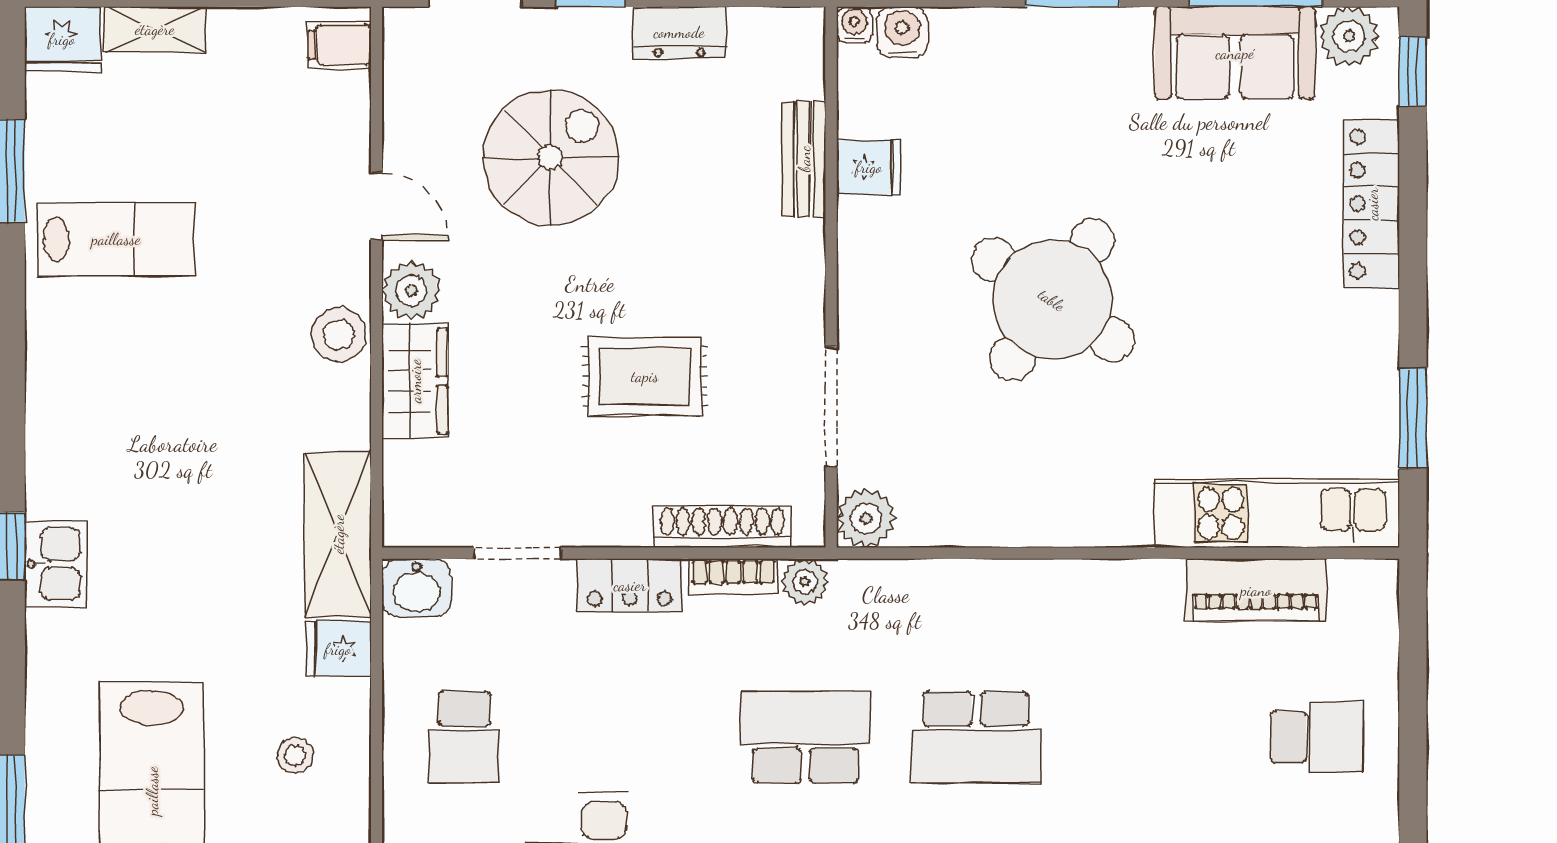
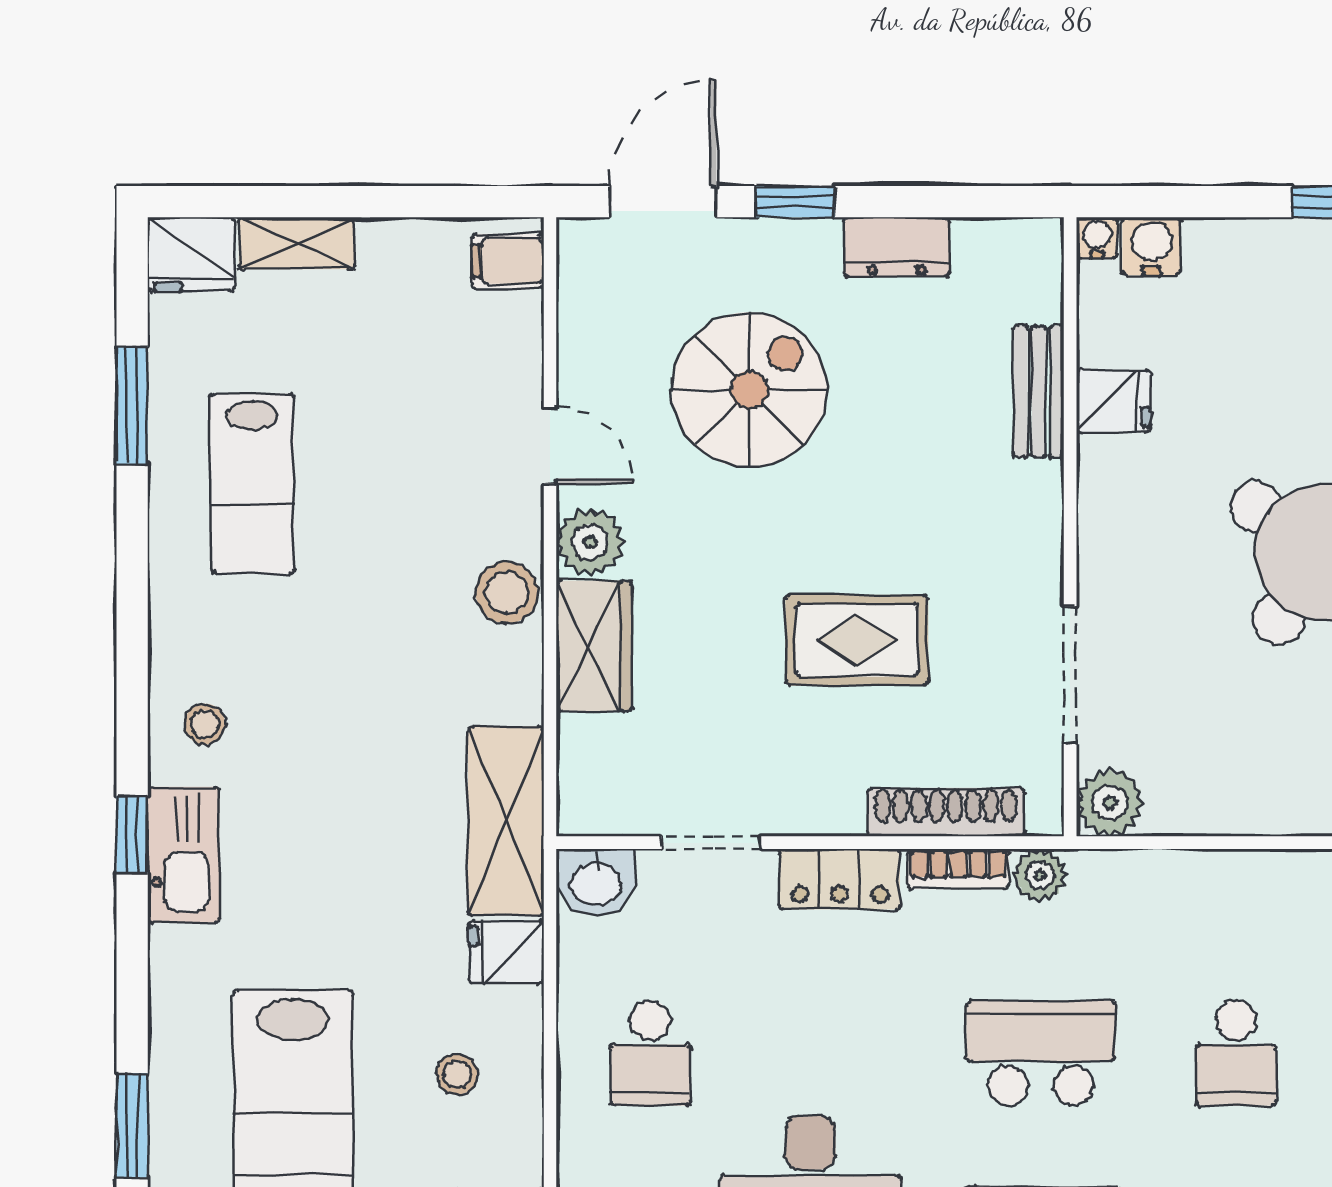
lab bench: (116, 239) -> (252, 484), turned 90
stool: (75, 450) -> (205, 724), added
kitchen sink: (56, 564) -> (183, 855), width x1.38
school desk: (976, 737) -> (1236, 1053), width x0.54

